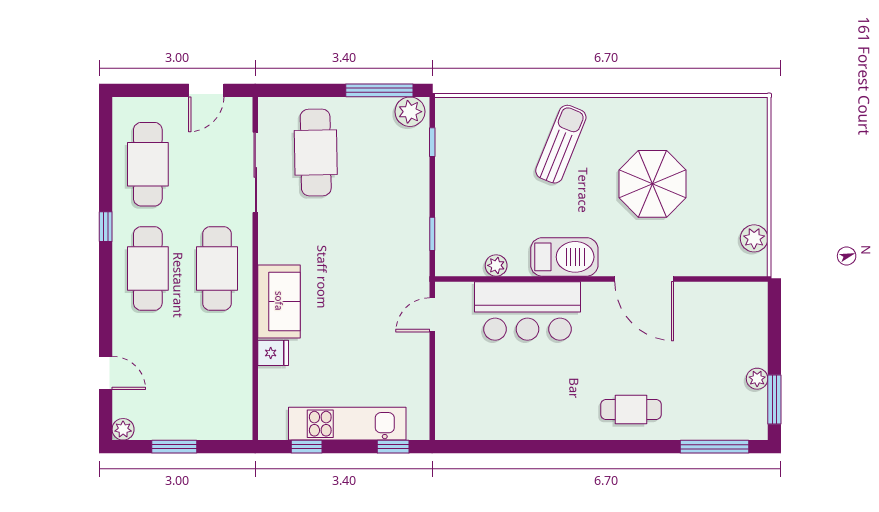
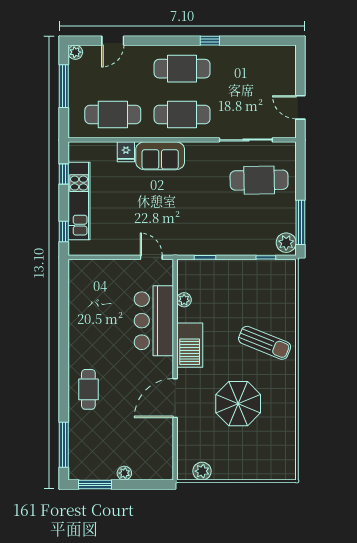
cafe table: (148, 164) -> (113, 115), moved
plant: (757, 379) -> (124, 473), moved
window: (174, 447) -> (64, 86), width x1.44

